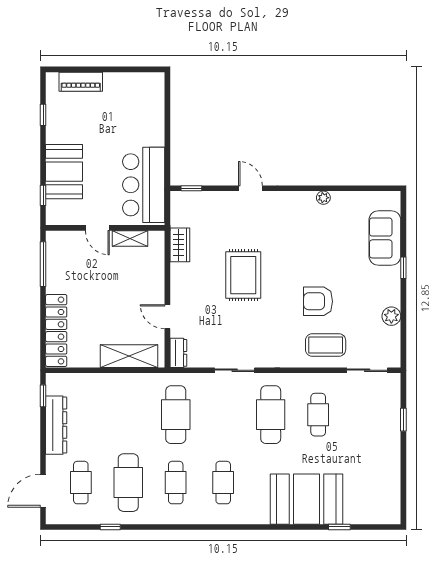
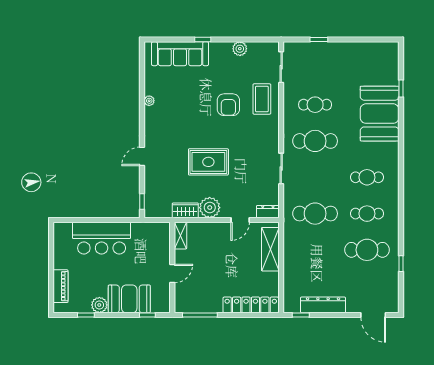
plant: (56, 132) -> (99, 305), added
bar counter: (144, 185) -> (102, 238), moved
sofa: (385, 238) -> (180, 54), width x1.36
shelving: (130, 239) -> (180, 236), moved
plant: (184, 277) -> (210, 208), added
cafe table: (81, 483) -> (367, 286), removed

